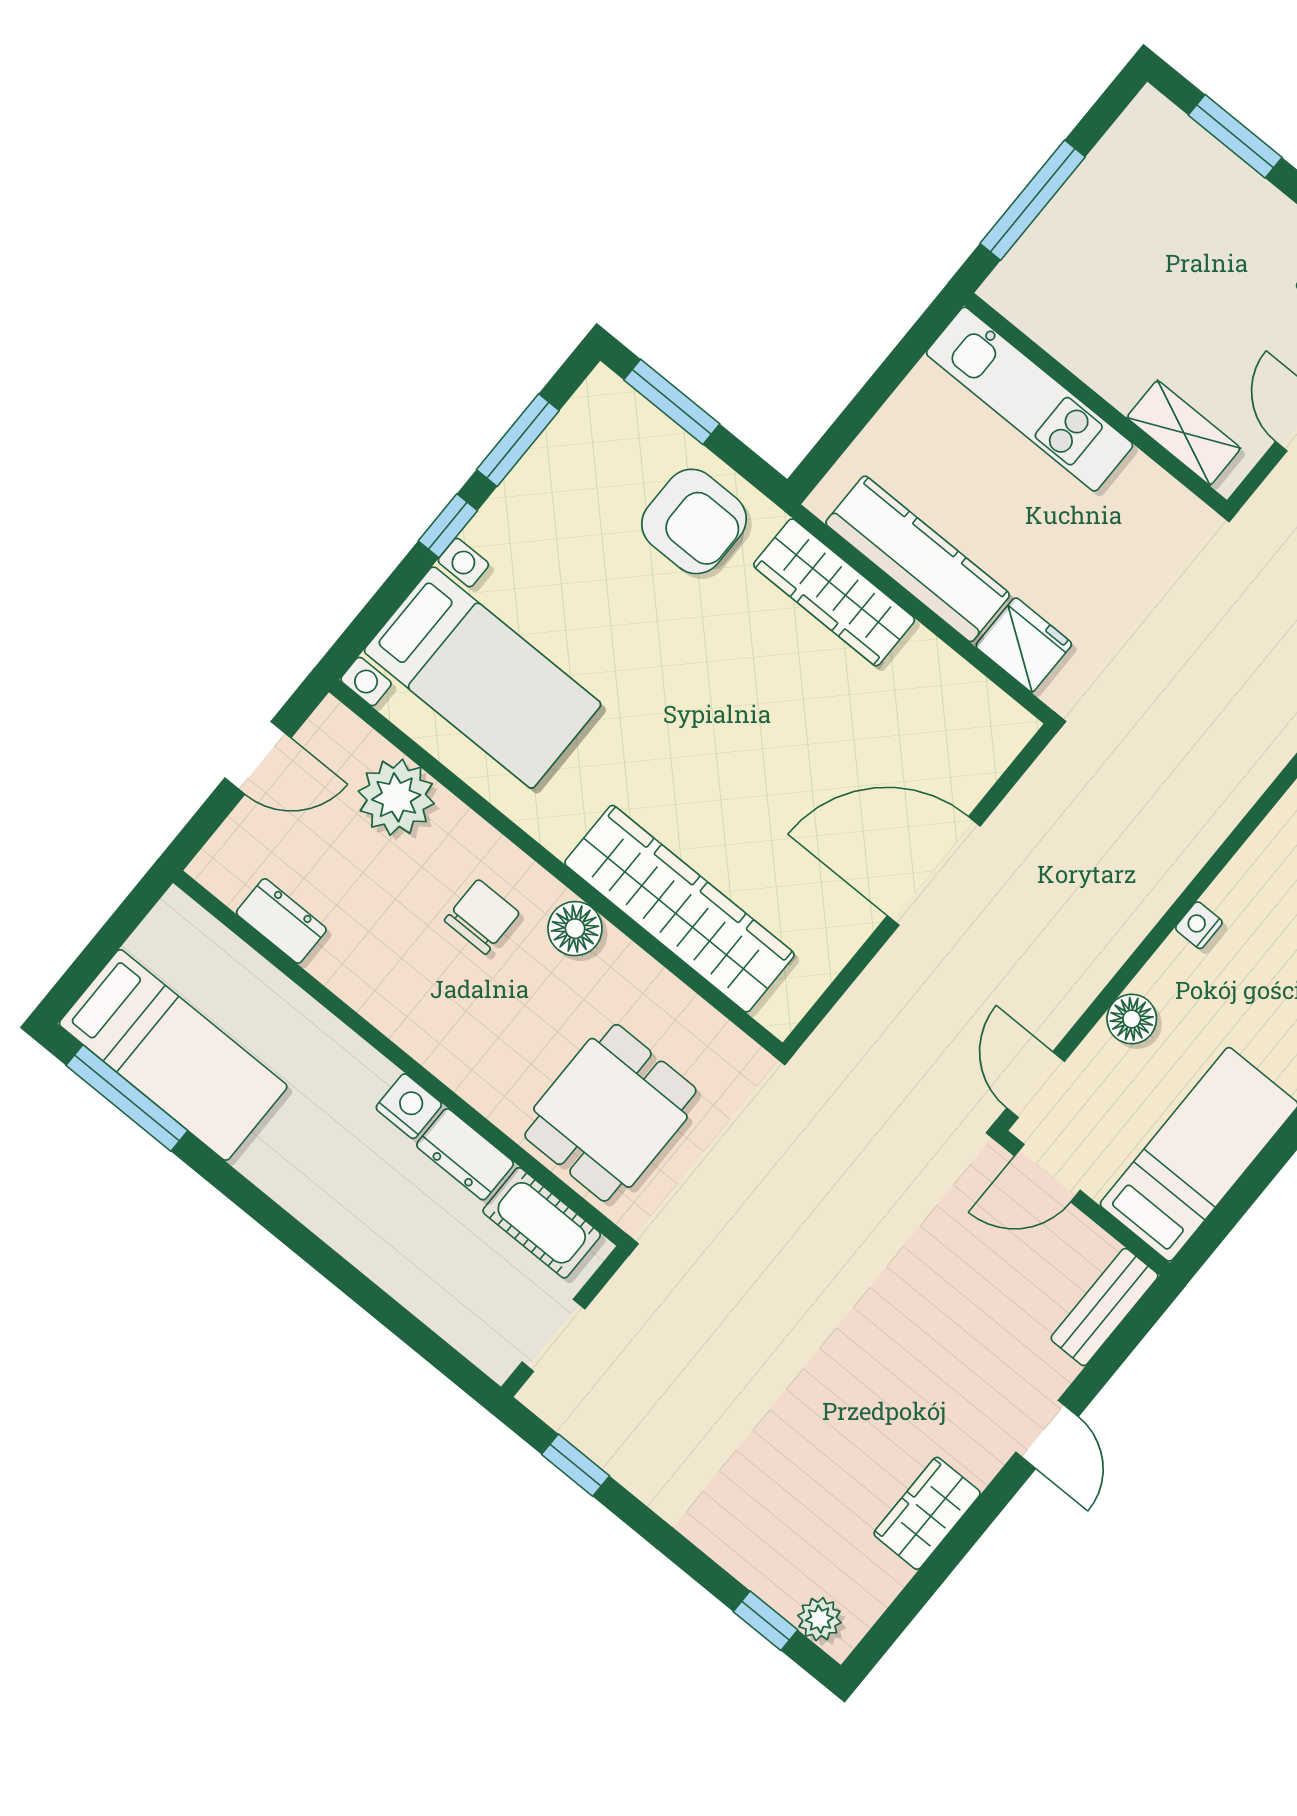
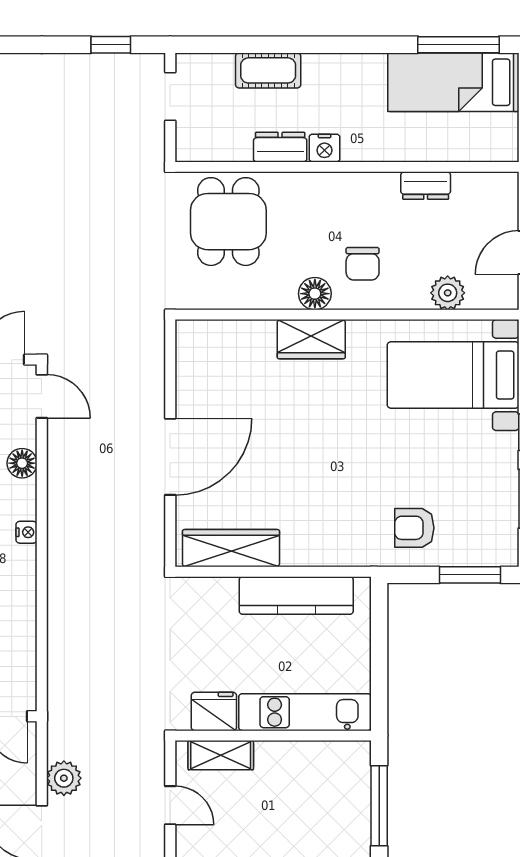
armchair: (694, 521) -> (414, 528), width x0.72, depth x0.72
wardrobe: (834, 592) -> (231, 548), moved
fridge: (1024, 645) -> (214, 711), moved, turned 180
plant: (396, 797) -> (448, 293), width x0.73, depth x0.73
wardrobe: (679, 909) -> (311, 339), width x0.48, depth x0.85
dresser: (281, 921) -> (426, 186), moved
cot: (542, 1223) -> (268, 70), moved

